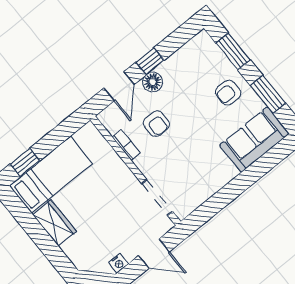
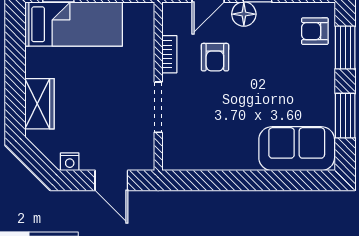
armchair: (228, 93) -> (315, 31), moved
doorway: (157, 197) -> (158, 107), moved
wardrobe: (54, 223) -> (40, 104), moved

